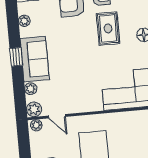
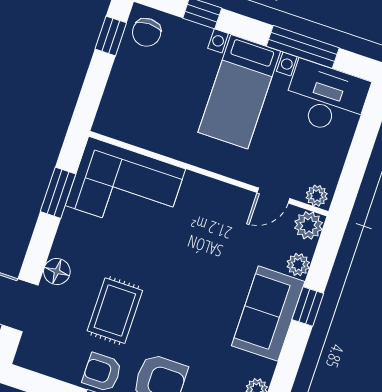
window: (16, 57) -> (308, 307), moved
door: (57, 116) -> (273, 196), swing flipped

